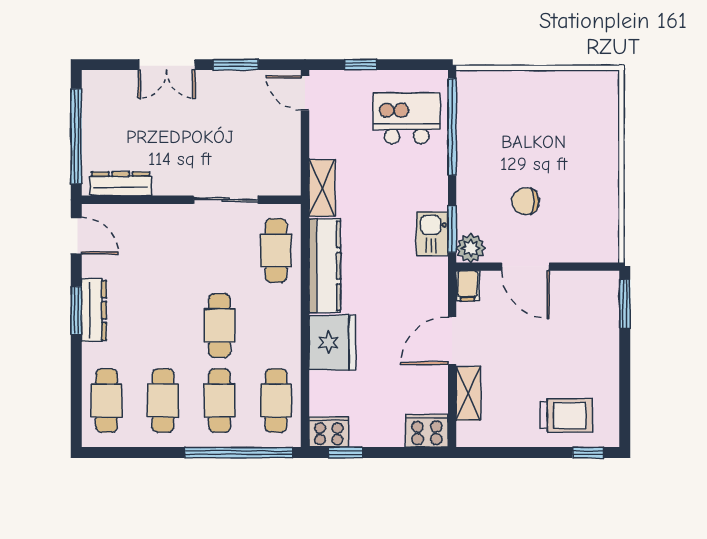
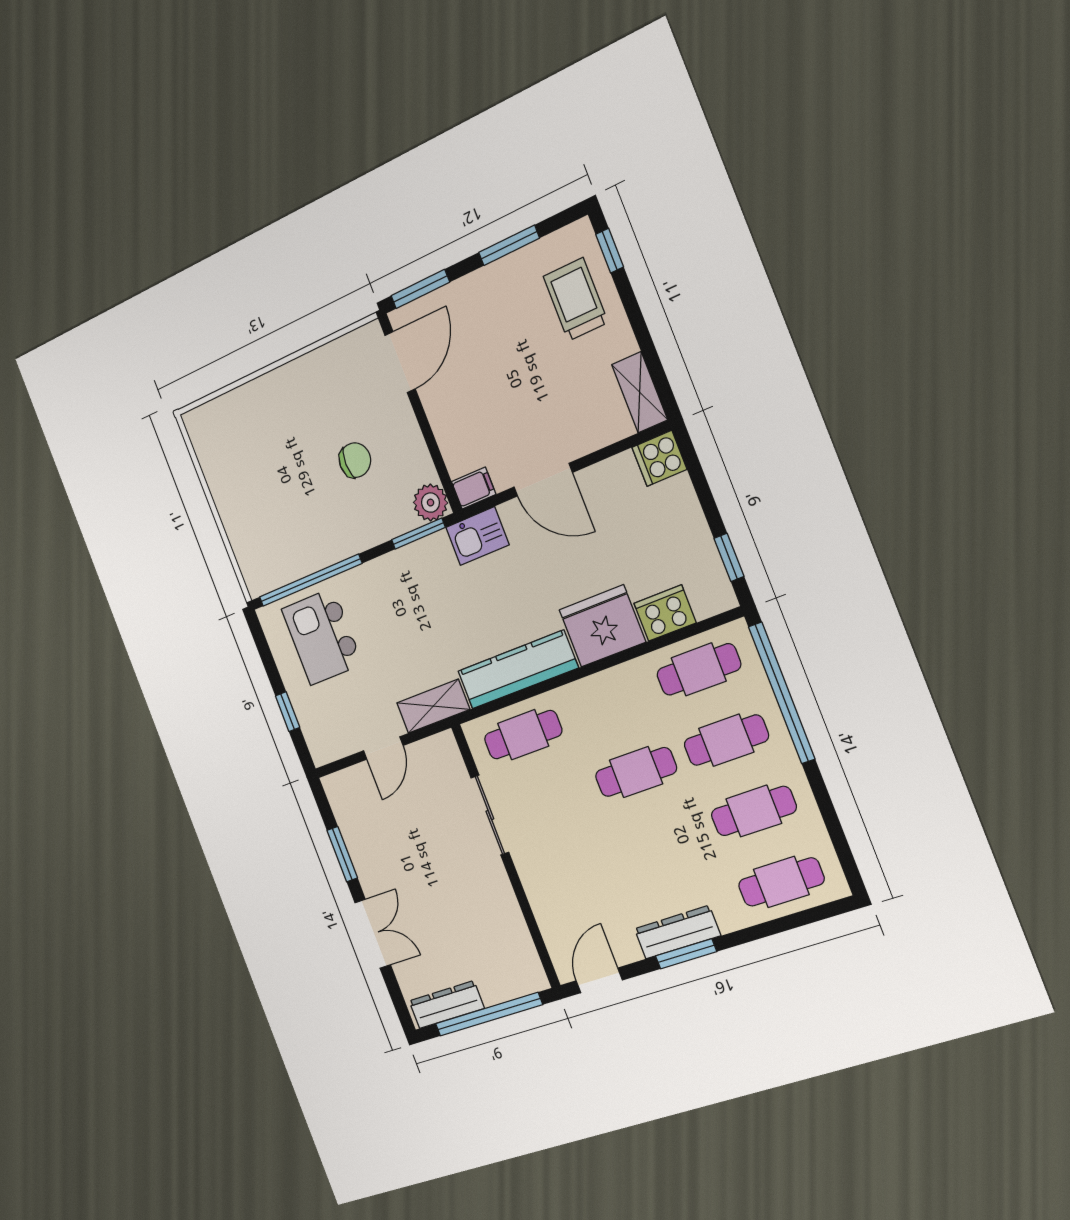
door: (305, 93) -> (383, 748), moved
dresser: (121, 184) -> (447, 1005), moved, turned 90
chair: (525, 201) -> (355, 460), turned -90
kitchen sink: (432, 234) -> (477, 536), moved
door: (525, 267) -> (400, 362), moved
window: (625, 382) -> (509, 245), added
shelving: (468, 393) -> (640, 392), moved, turned 90
cooker: (427, 431) -> (659, 458), width x0.73
cooker: (329, 432) -> (665, 613), moved, turned 90

